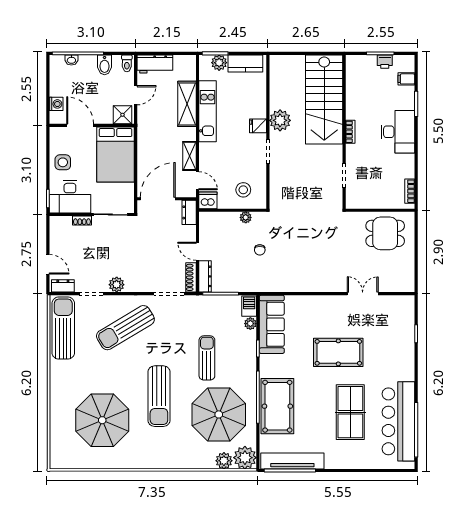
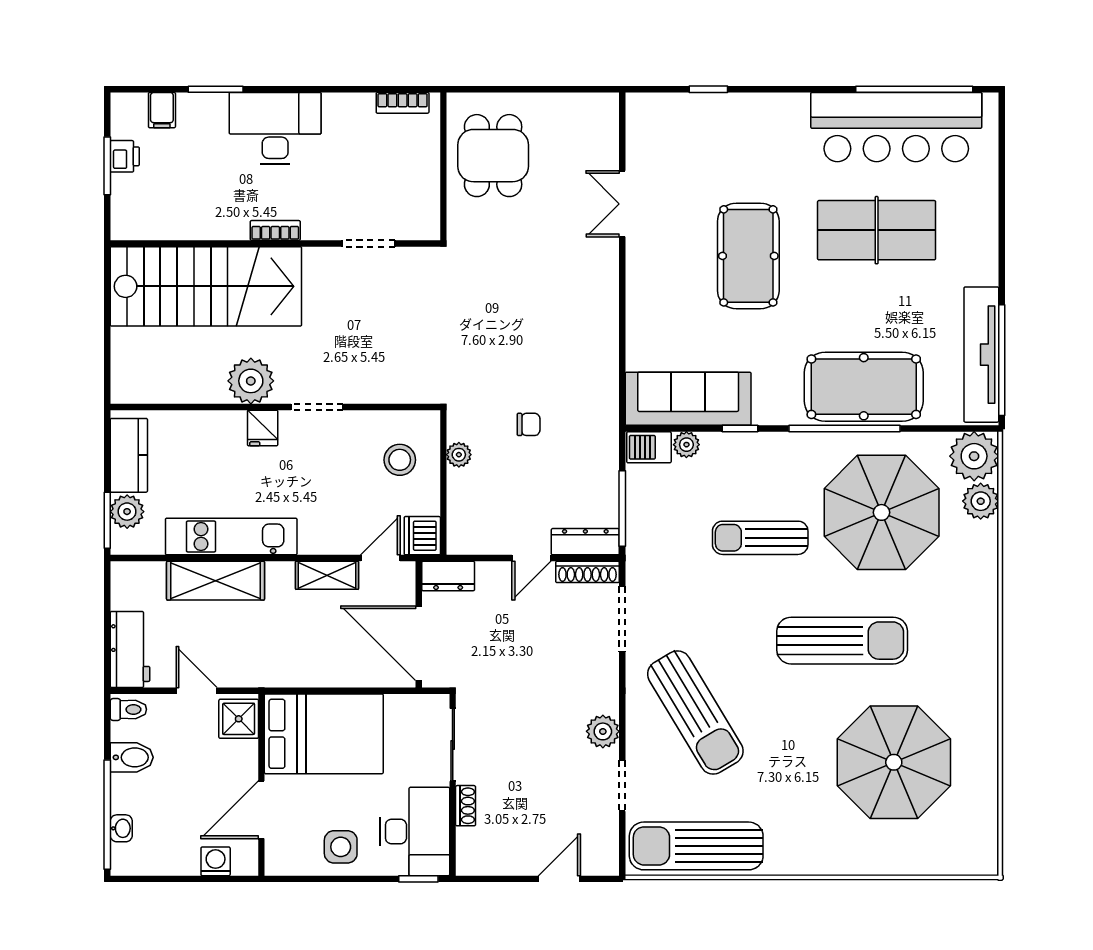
dresser: (63, 286) -> (606, 847), removed

